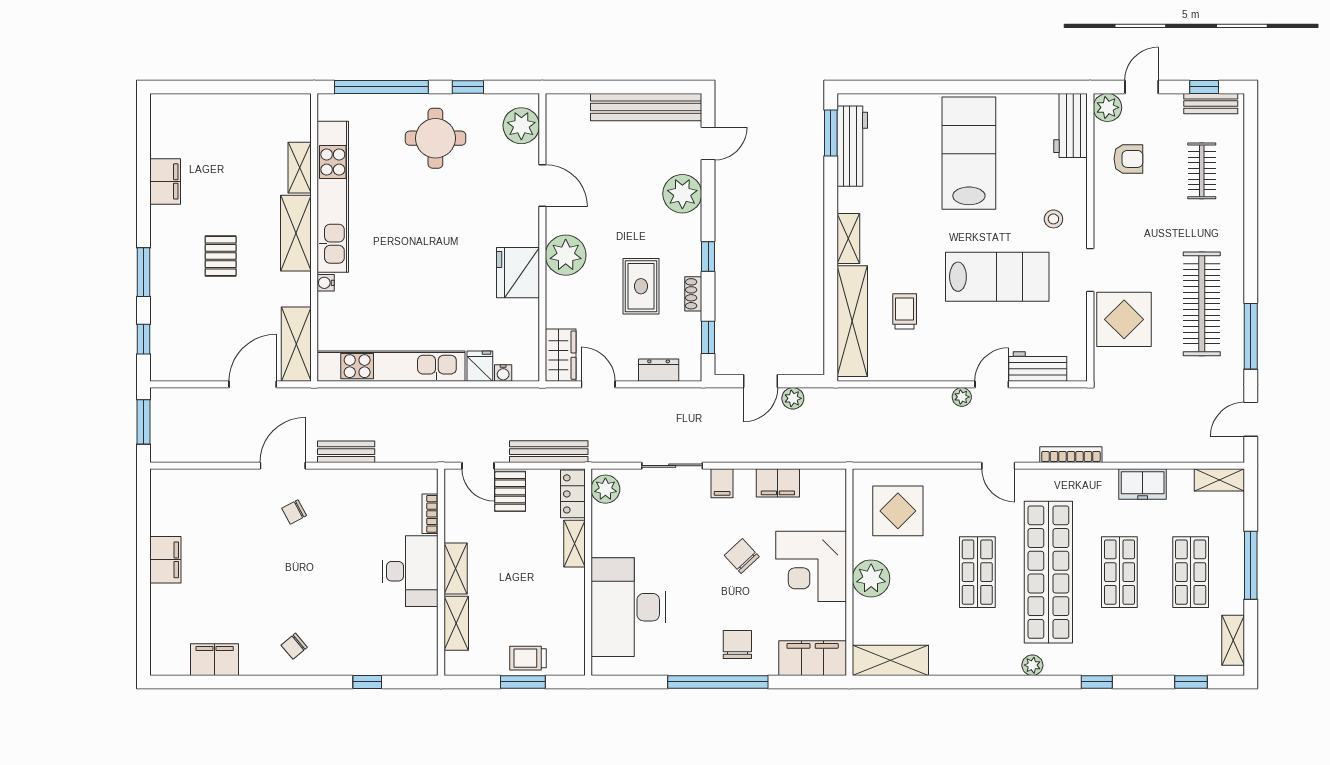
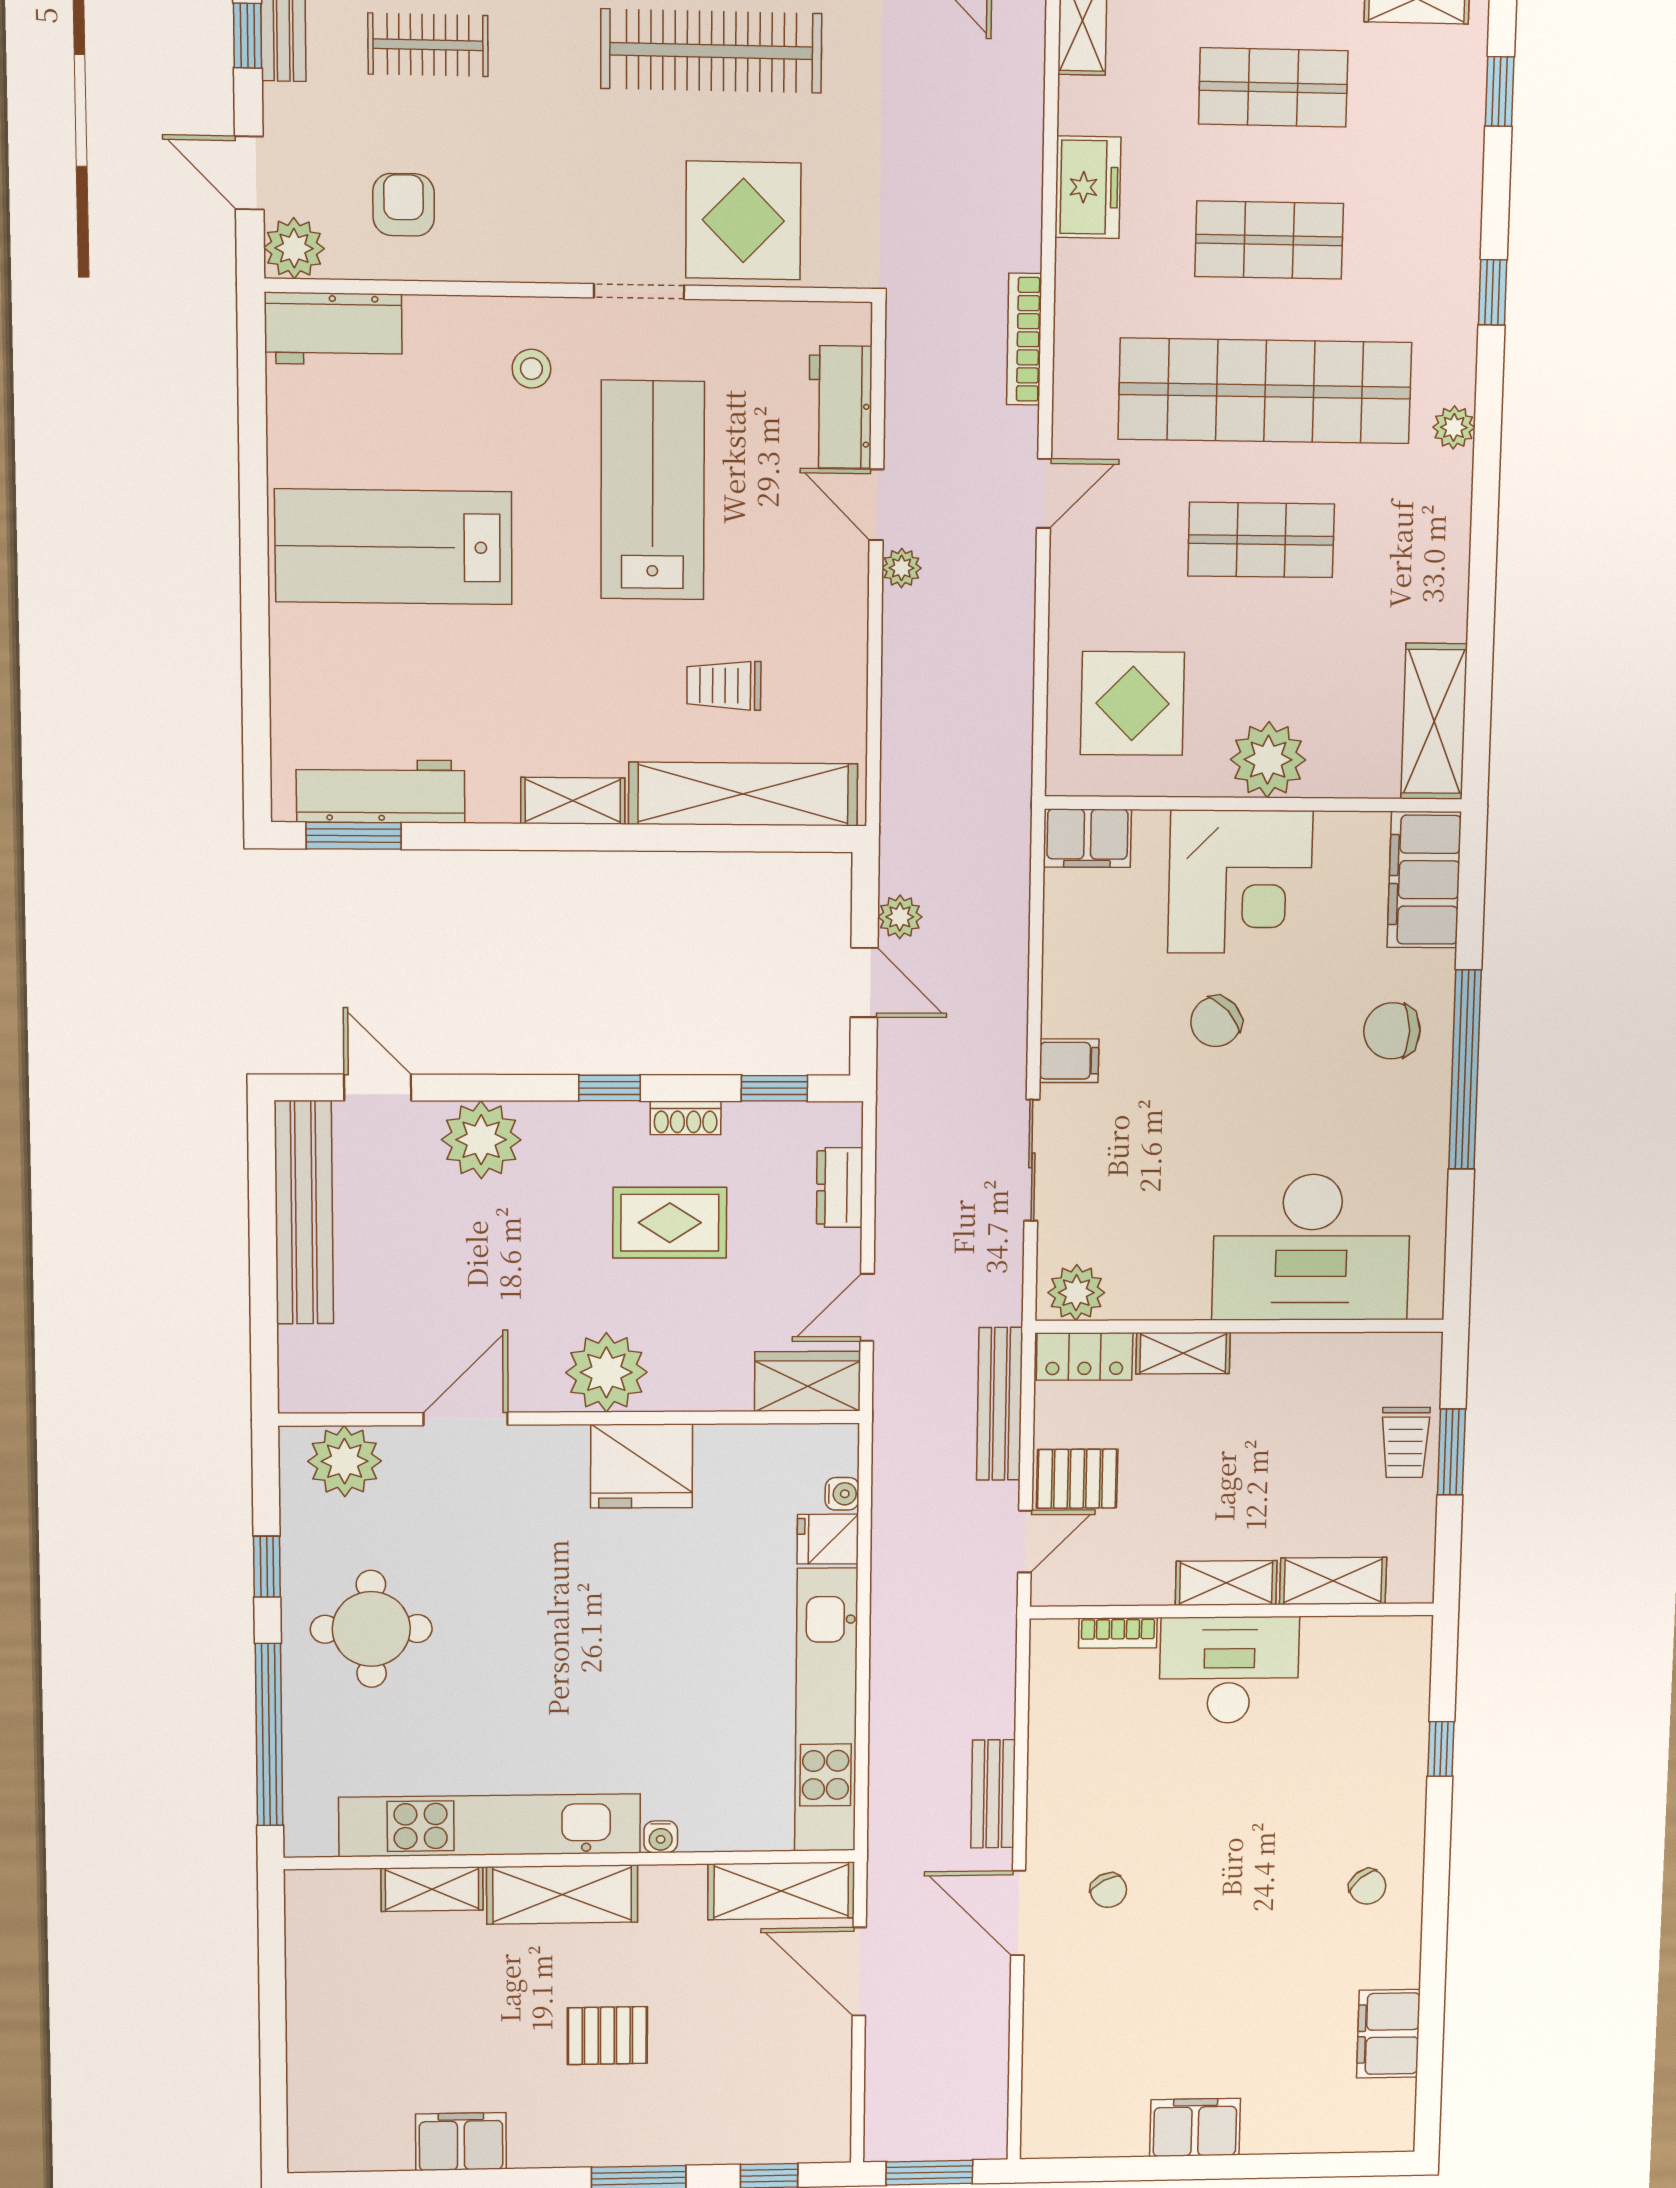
filing cabinet: (778, 483) -> (1087, 838), moved, turned 90

